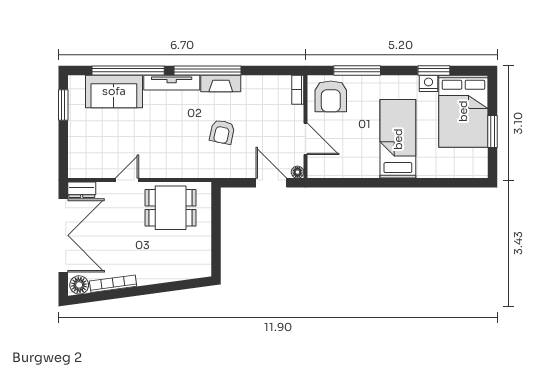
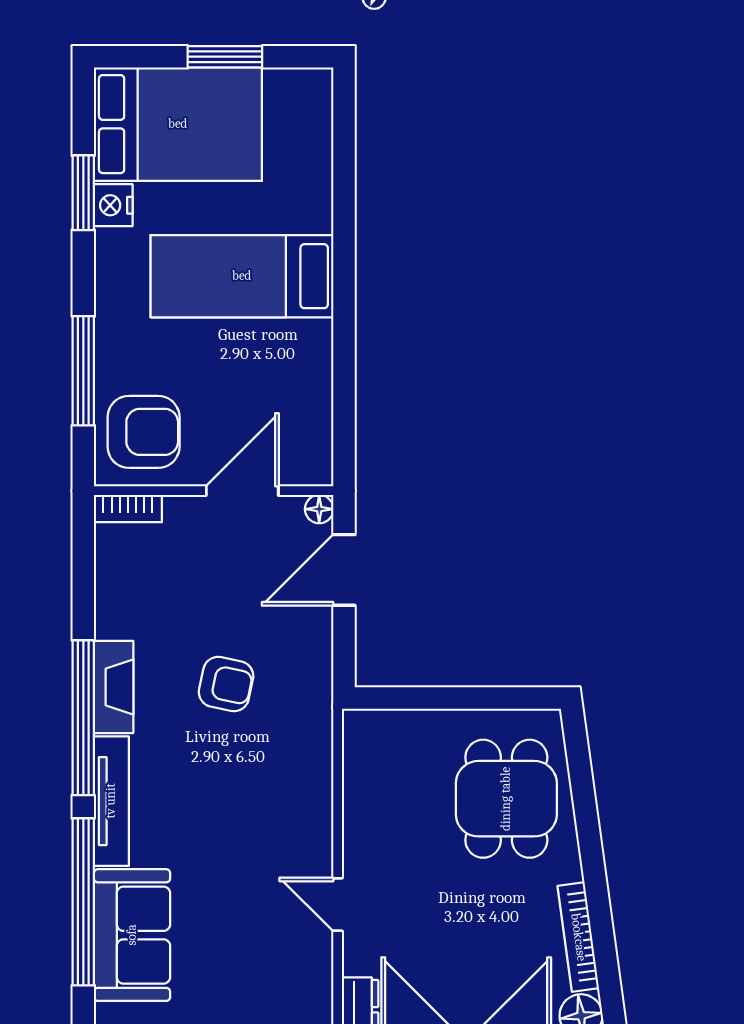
dining table: (171, 208) -> (506, 799), moved

